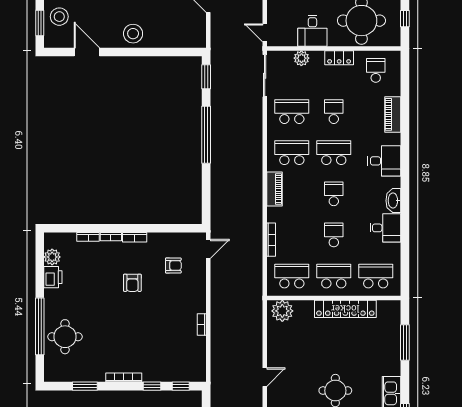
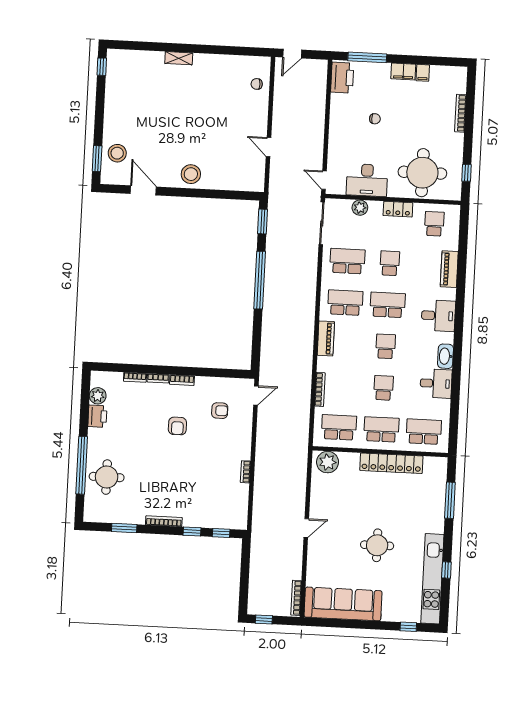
desk: (312, 31) -> (367, 180), width x1.37

